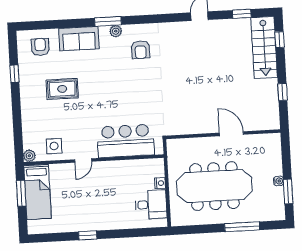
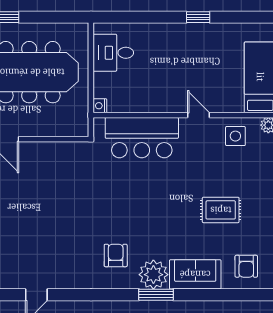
plant: (116, 31) -> (153, 275), width x1.88, depth x1.88
door: (83, 161) -> (199, 115), hinge flipped
nightstand: (160, 183) -> (100, 106), moved

